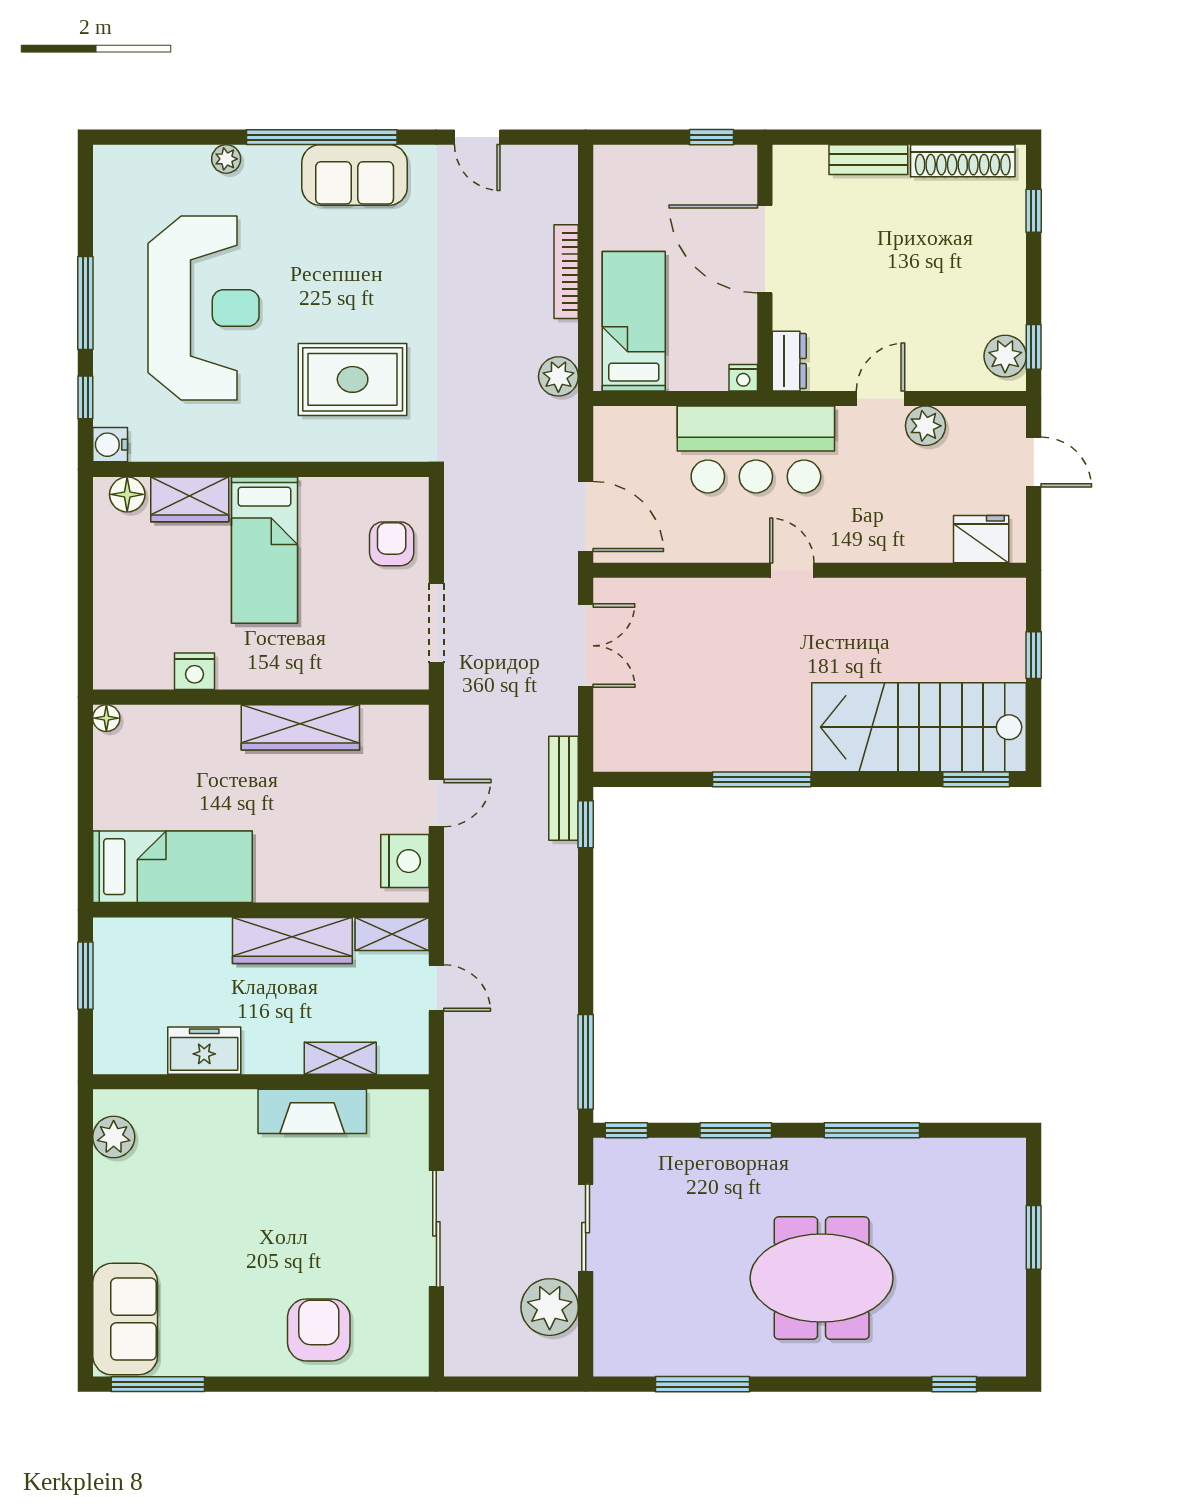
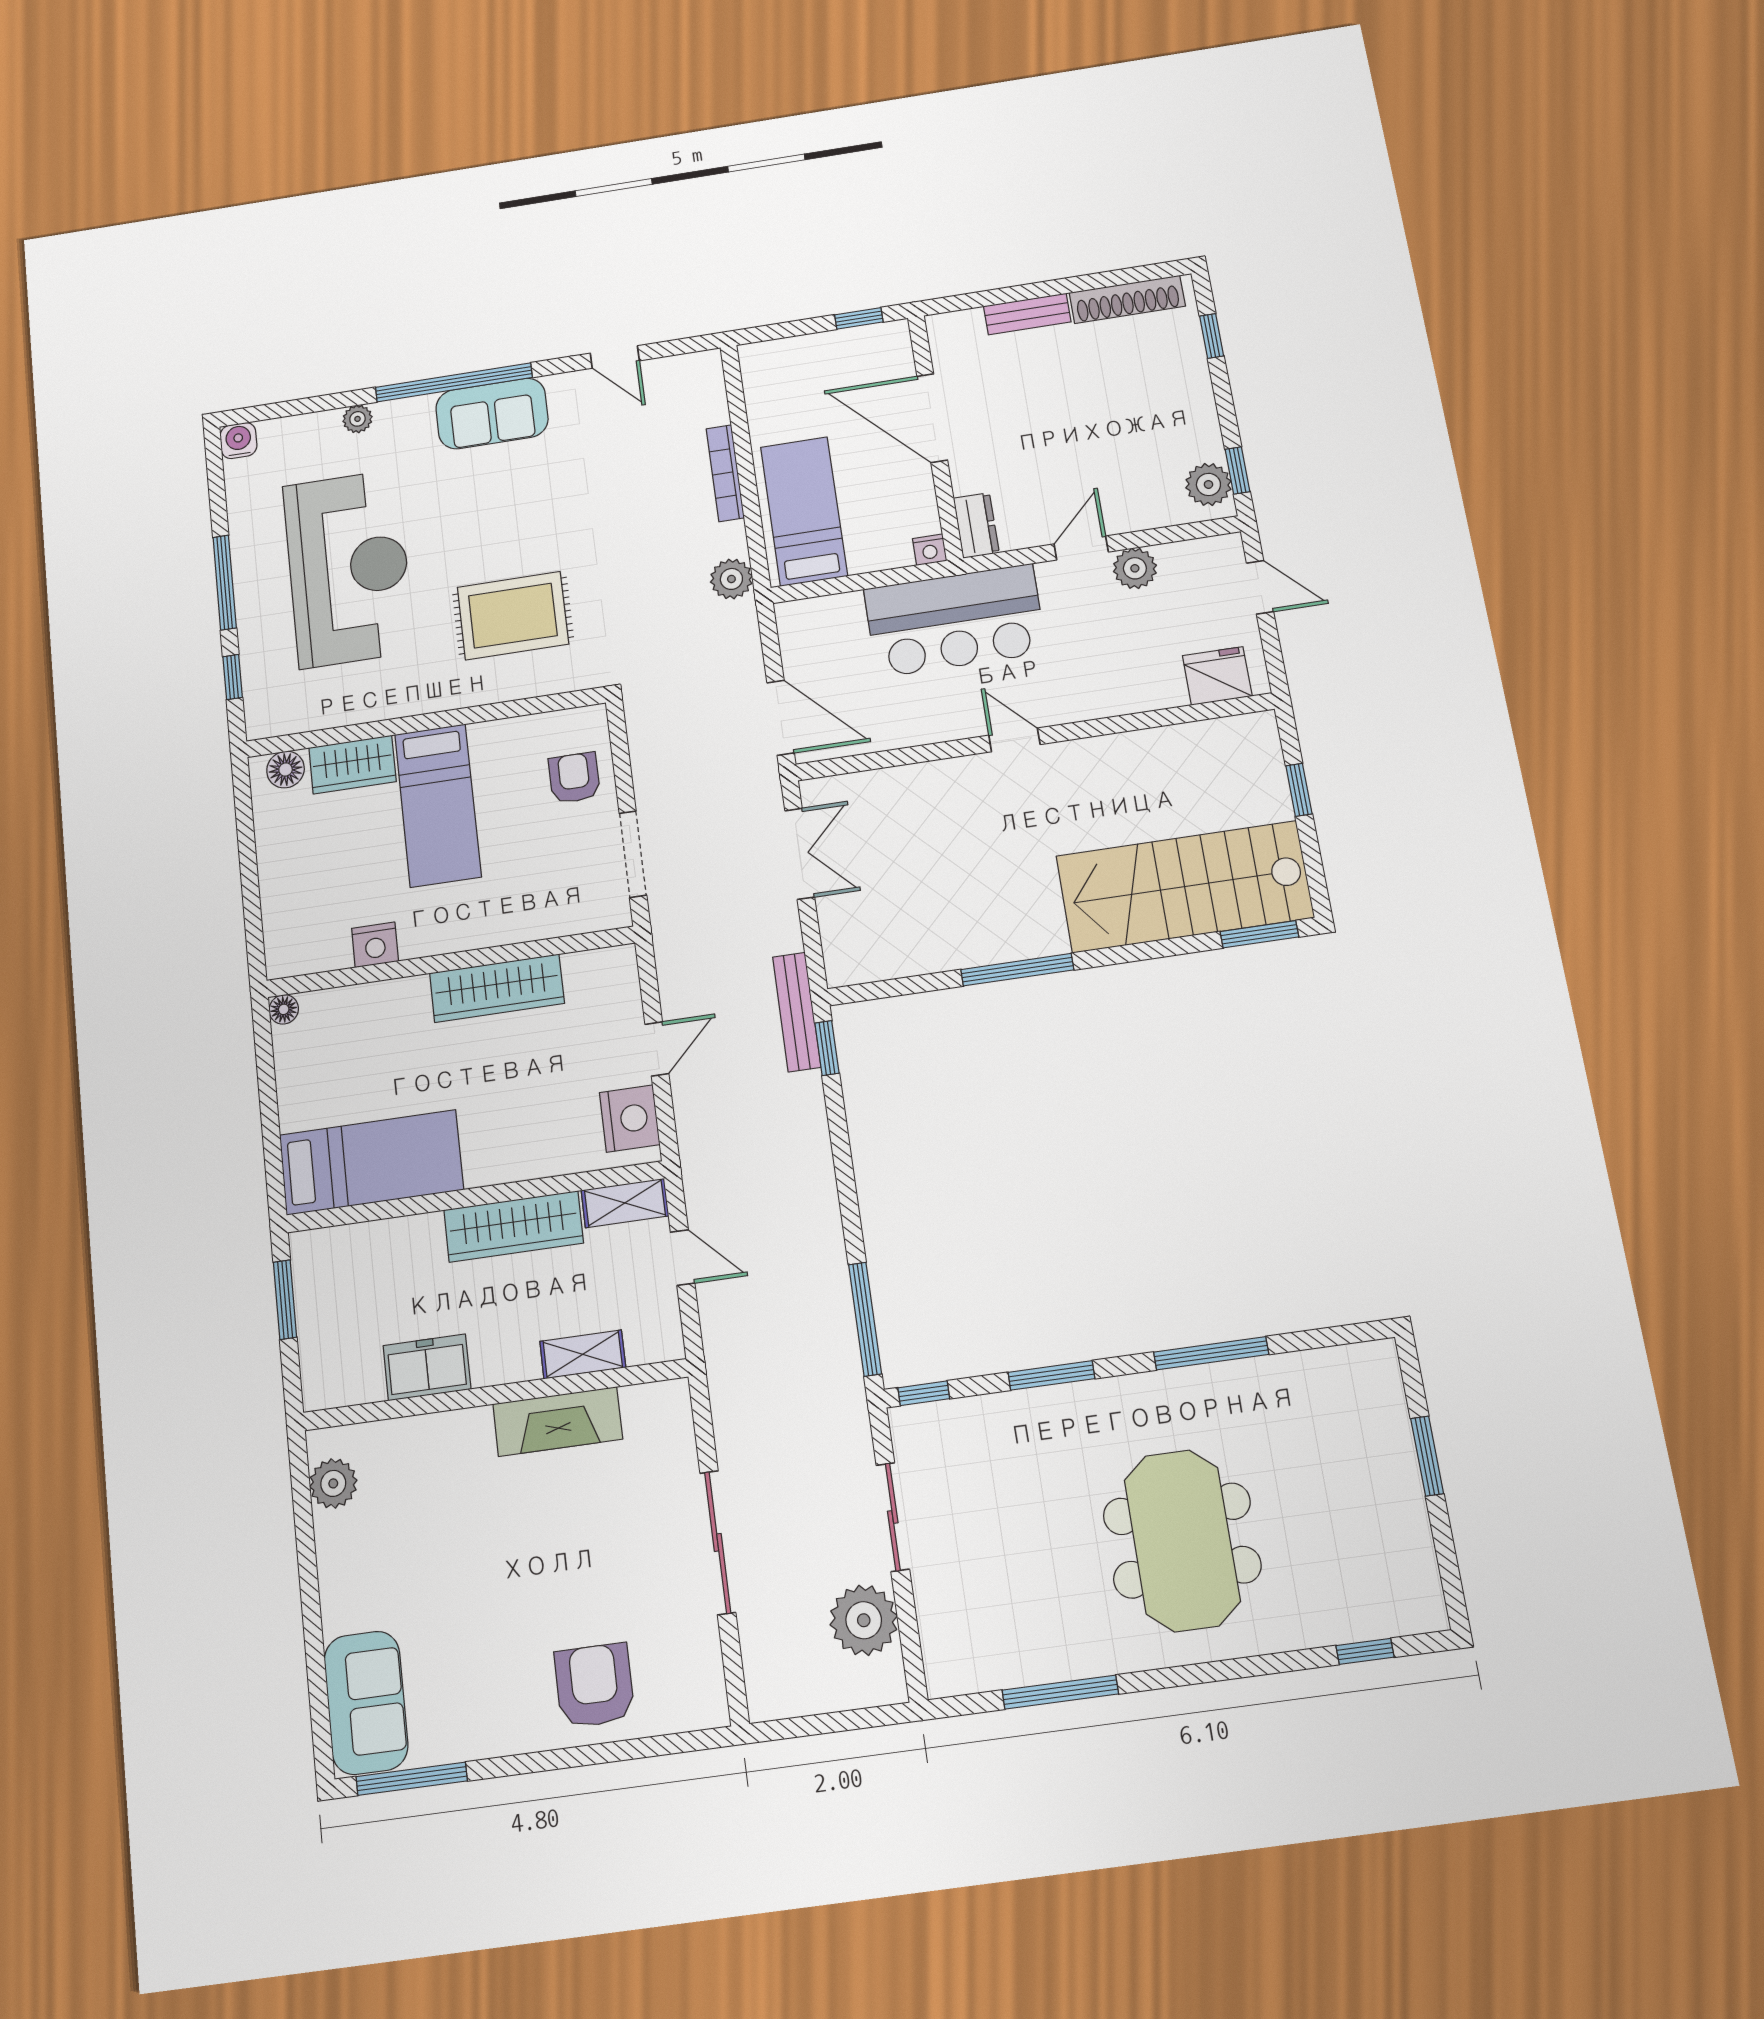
water cooler: (110, 445) -> (238, 441), moved, turned 90
meeting table: (822, 1278) -> (1182, 1540), turned 90

